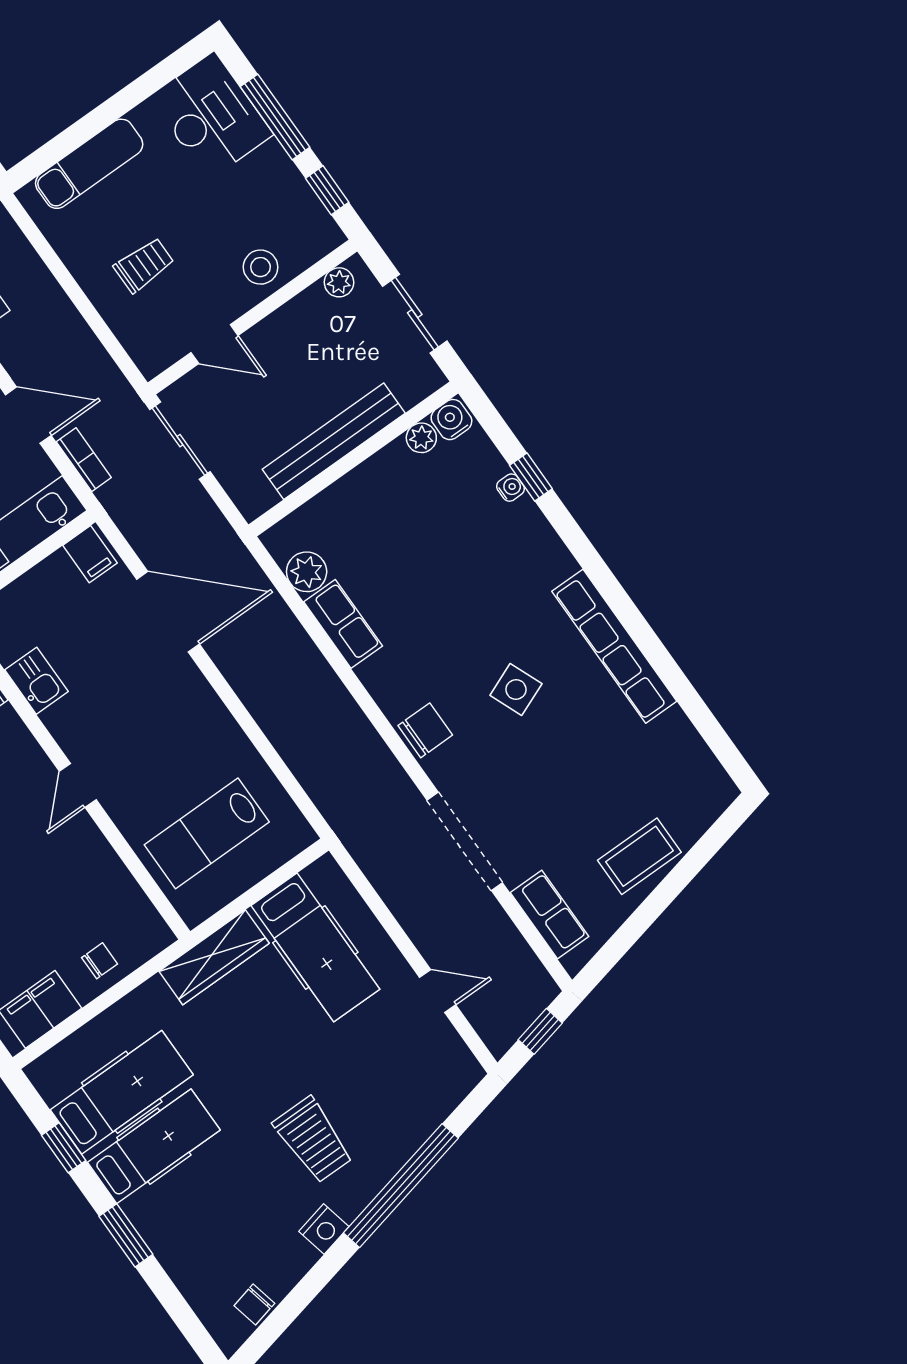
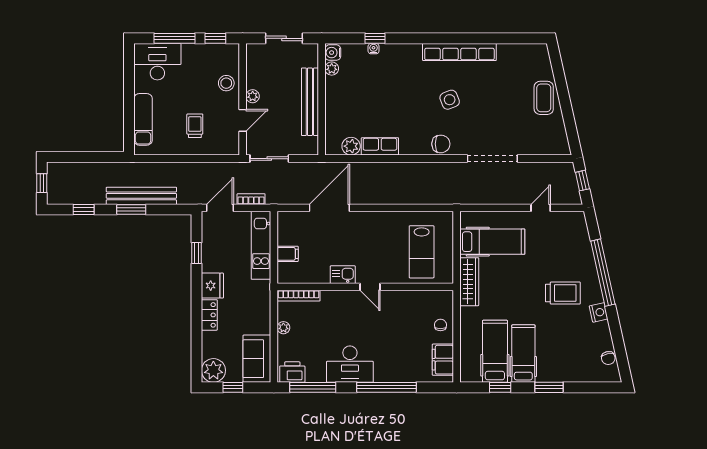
plant: (339, 282) -> (253, 96), moved
filing cabinet: (90, 554) -> (288, 254), moved
kitchen sink: (36, 681) -> (343, 275), moved
chair: (425, 730) -> (441, 144), turned 90
row of seats: (550, 915) -> (542, 146), removed

